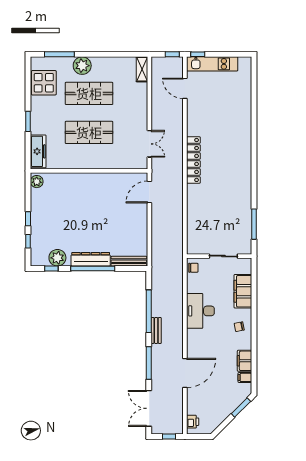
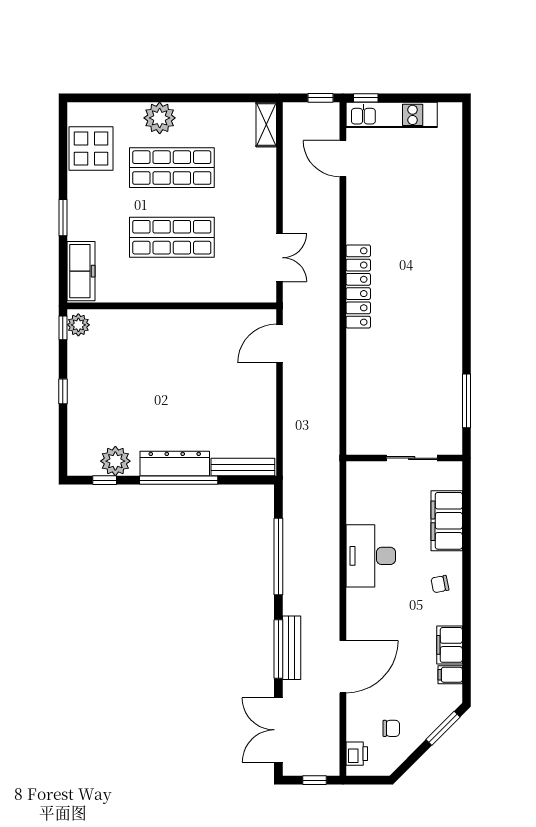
window: (59, 54) -> (119, 98), removed
window: (28, 241) -> (63, 328), moved
chair: (193, 268) -> (391, 728), moved
bench: (156, 330) -> (292, 648), moved, width x1.36

